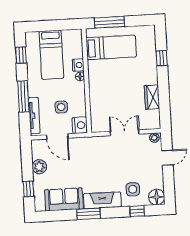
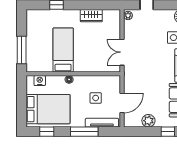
bed: (111, 47) -> (63, 50), moved
bed: (51, 55) -> (48, 109), width x1.50
nightstand: (78, 65) -> (40, 81), moved
nightstand: (80, 125) -> (113, 82), removed
double door: (125, 133) -> (122, 52), moved

